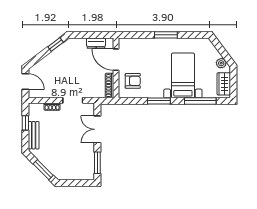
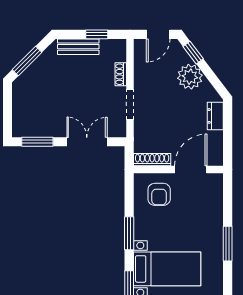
dresser: (96, 43) -> (215, 116), moved
window: (56, 44) -> (193, 53), moved
plant: (54, 60) -> (190, 77), added

